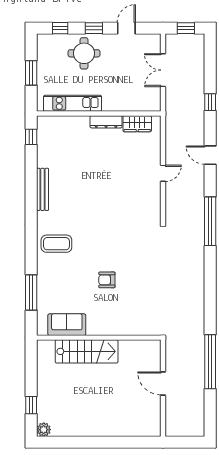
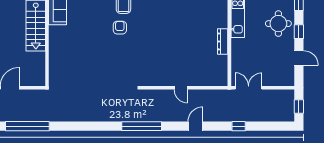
double door: (163, 70) -> (249, 88), moved
wardrobe: (137, 124) -> (221, 67), removed
armchair: (107, 280) -> (120, 28), moved

